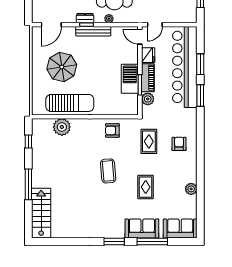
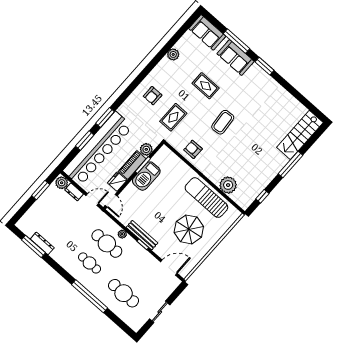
plant: (189, 17) -> (62, 183), added
dresser: (85, 18) -> (74, 192), moved
armchair: (112, 130) -> (193, 149), turned 180
rug: (146, 187) -> (206, 86), turned 90

